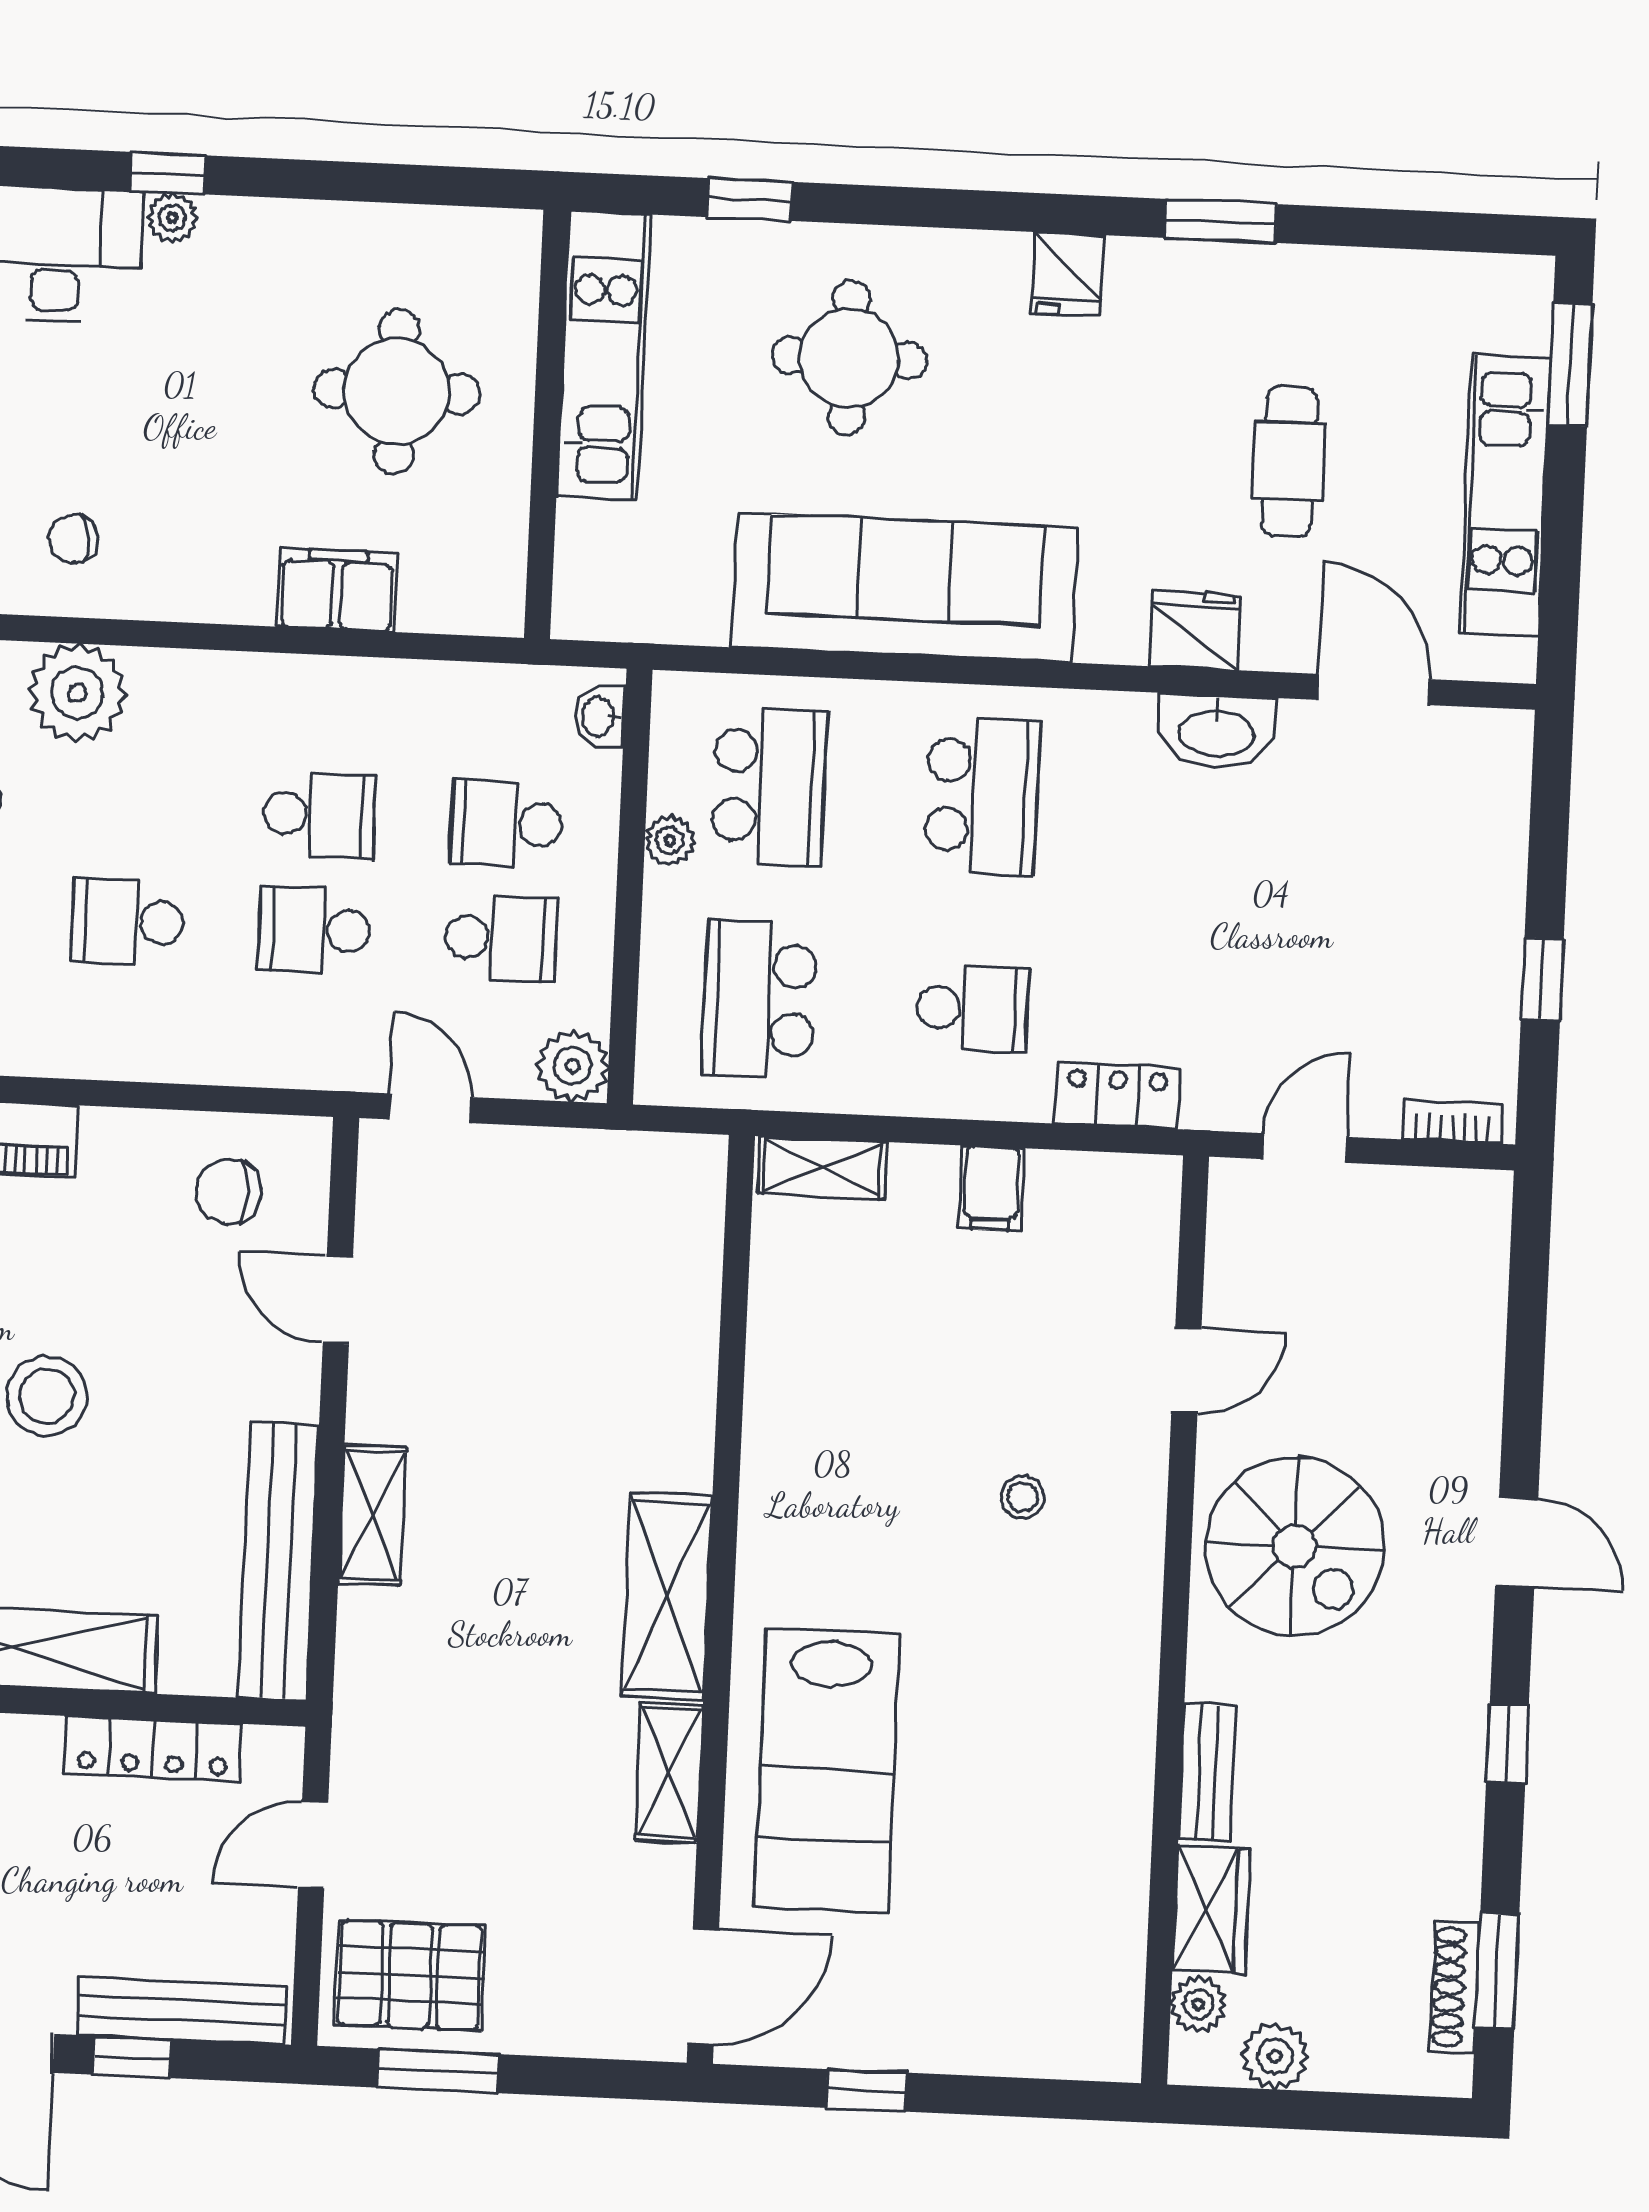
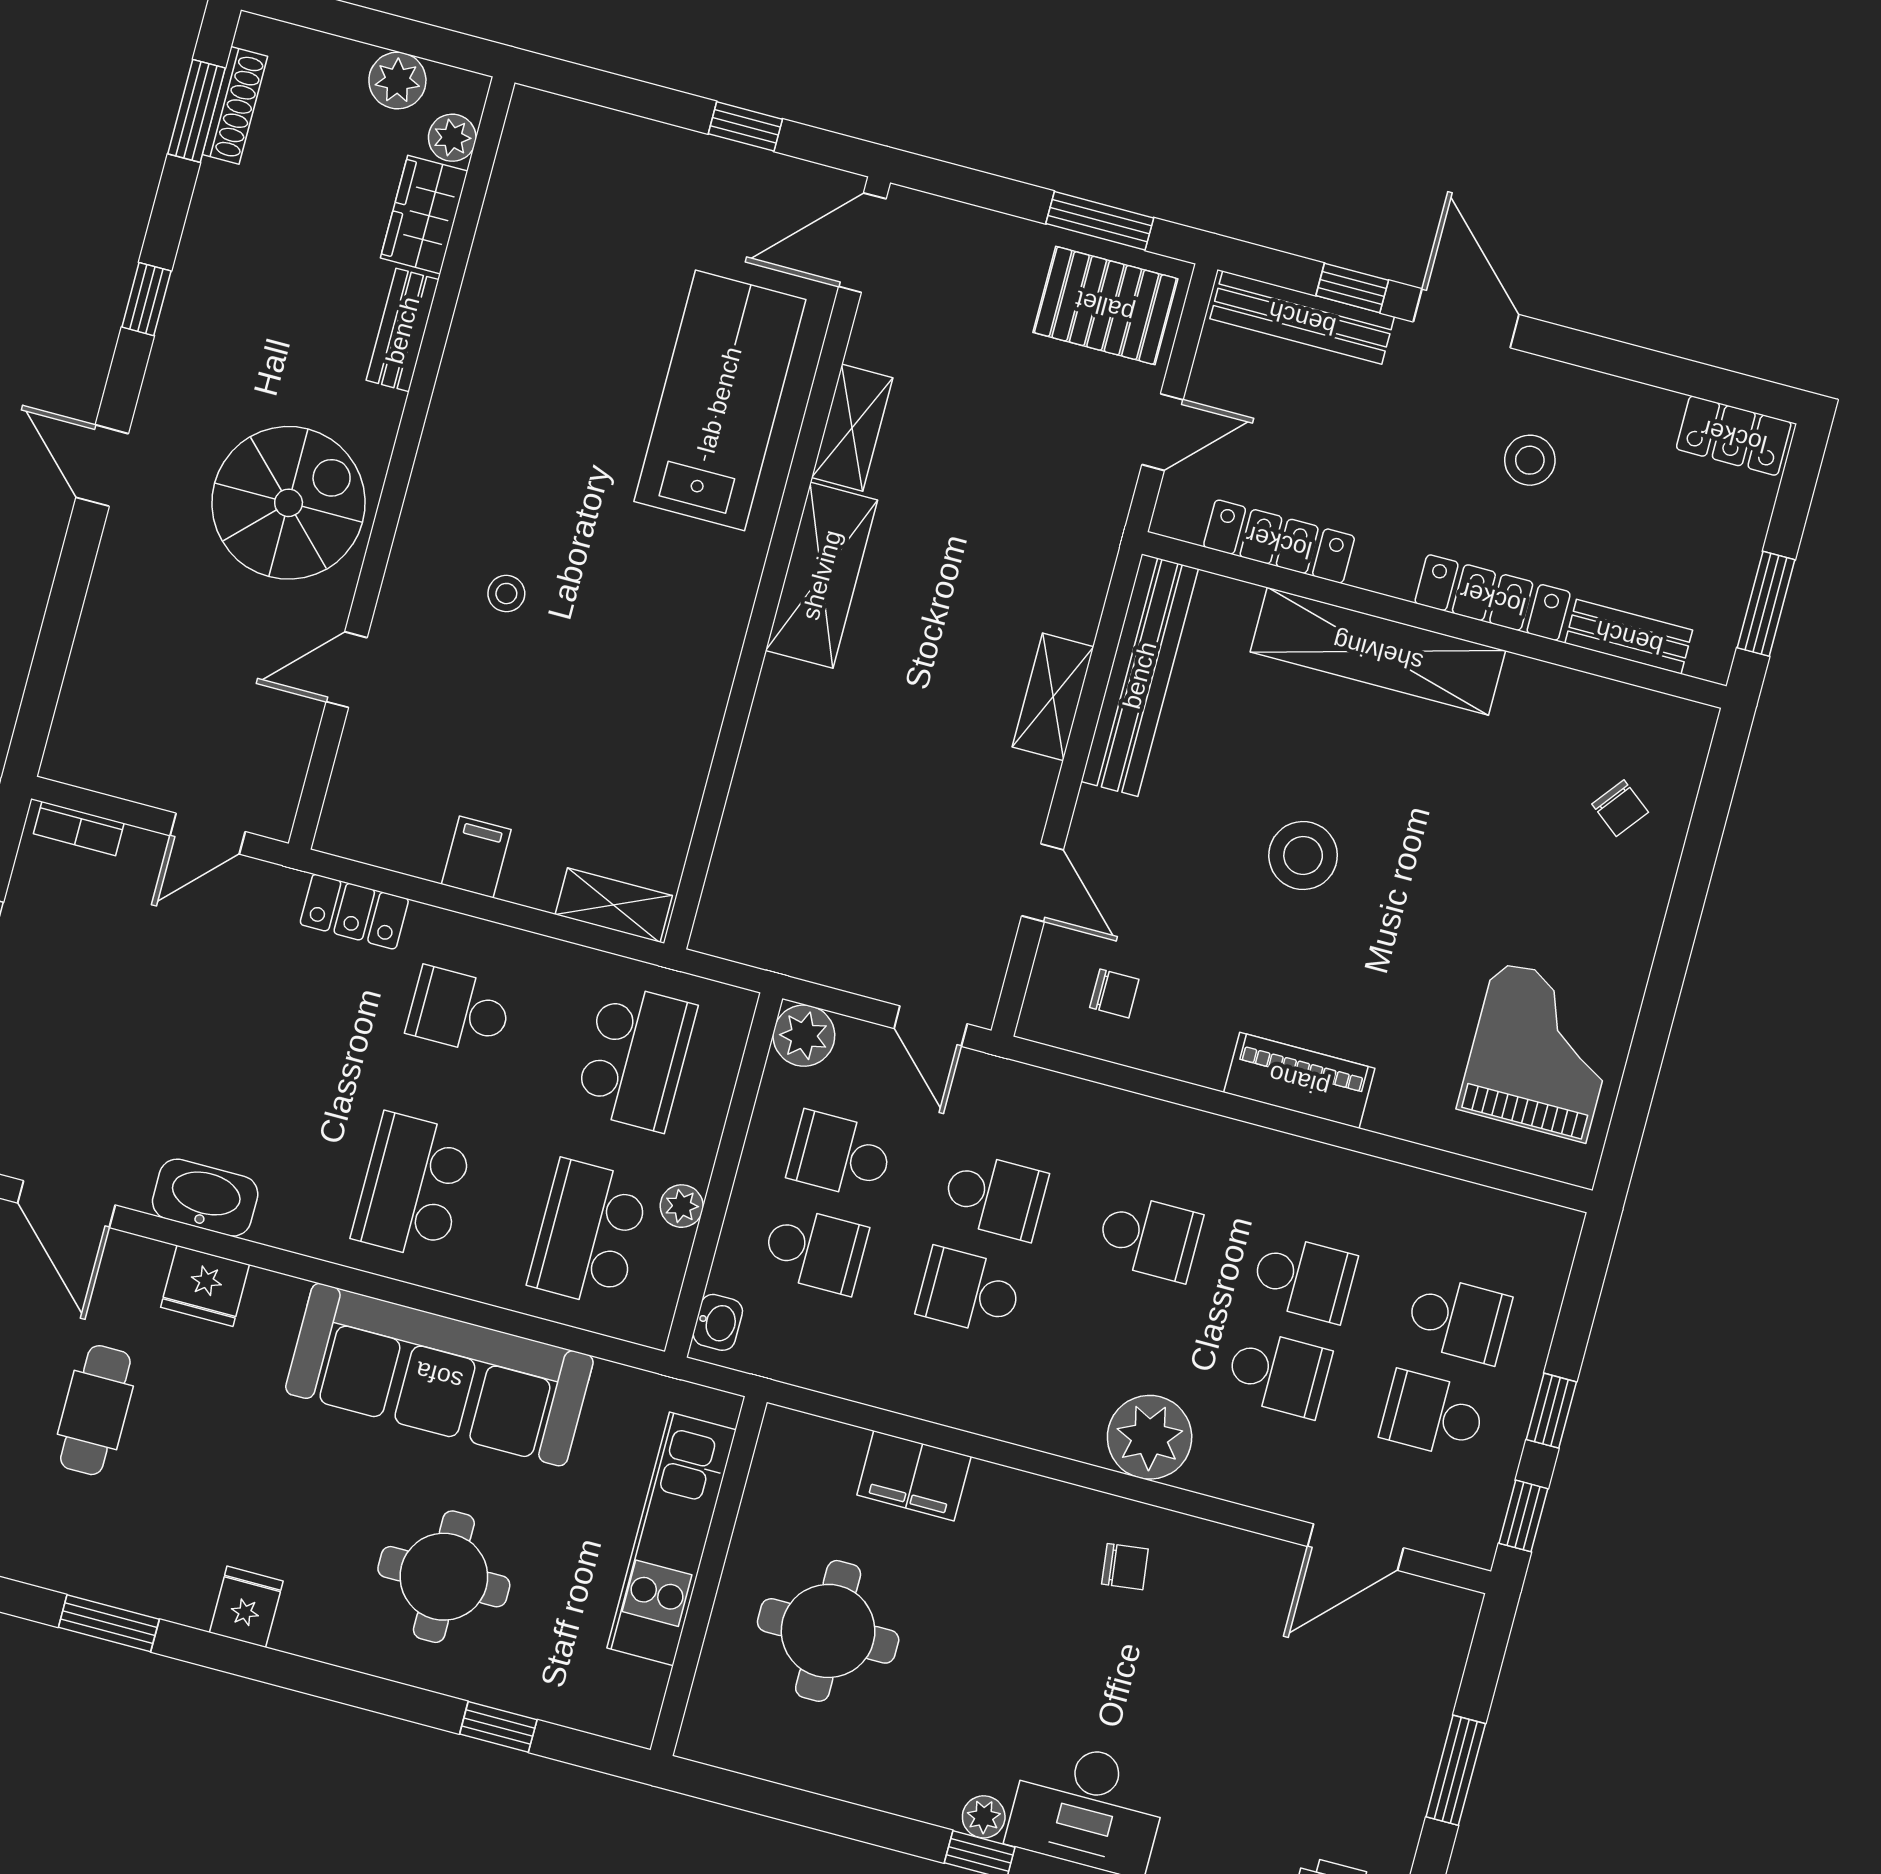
kitchen unit: (603, 355) -> (671, 1539), moved
chair: (228, 1191) -> (1114, 993), width x0.73, depth x0.73
spiral stairs: (1294, 1546) -> (289, 503), turned 90

